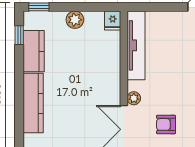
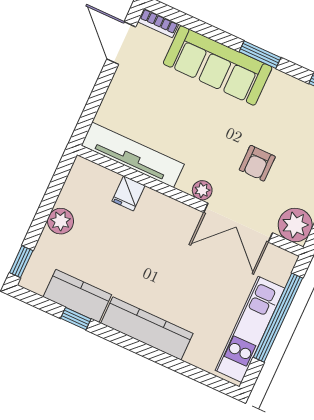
fridge: (113, 21) -> (128, 193), moved, turned 90
window: (19, 35) -> (76, 319), moved

